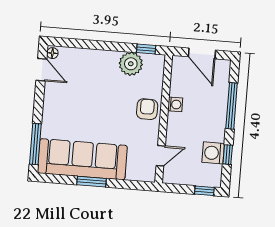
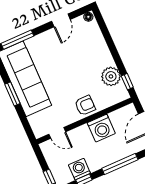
door: (41, 70) -> (61, 20), moved
washing machine: (175, 104) -> (101, 128), width x1.89, depth x1.89

